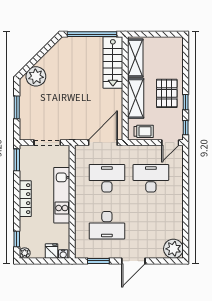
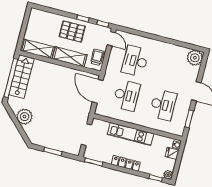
stairs: (113, 62) -> (21, 77), moved, turned -90
plant: (36, 76) -> (24, 117), moved
desk: (107, 178) -> (126, 95), turned 180

